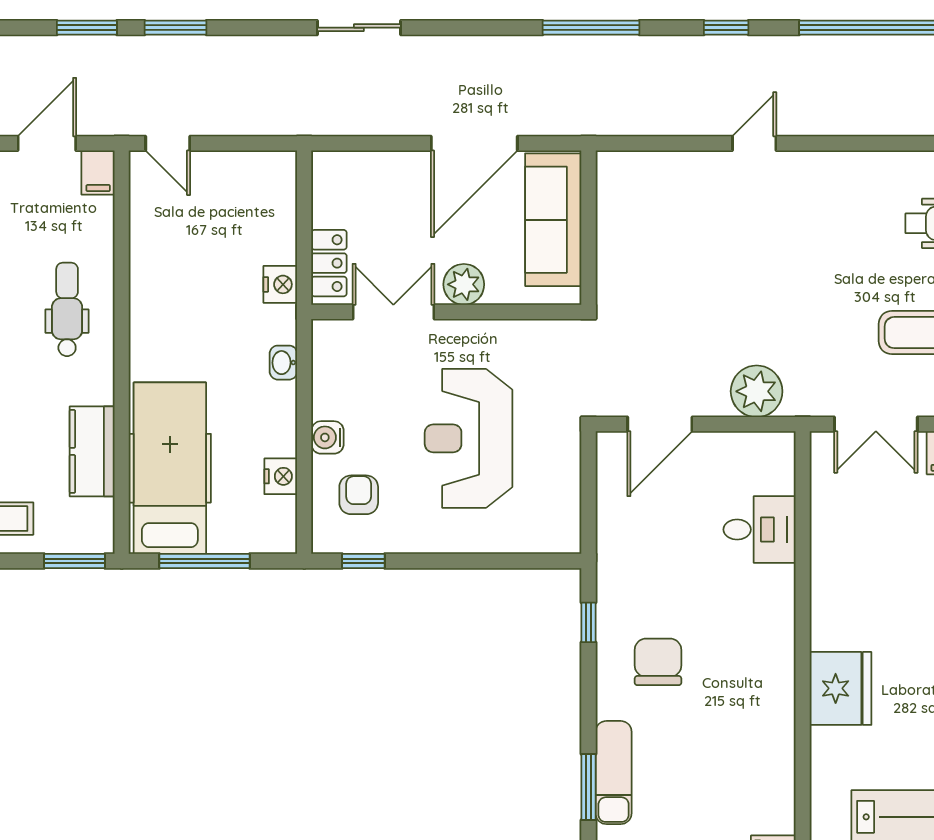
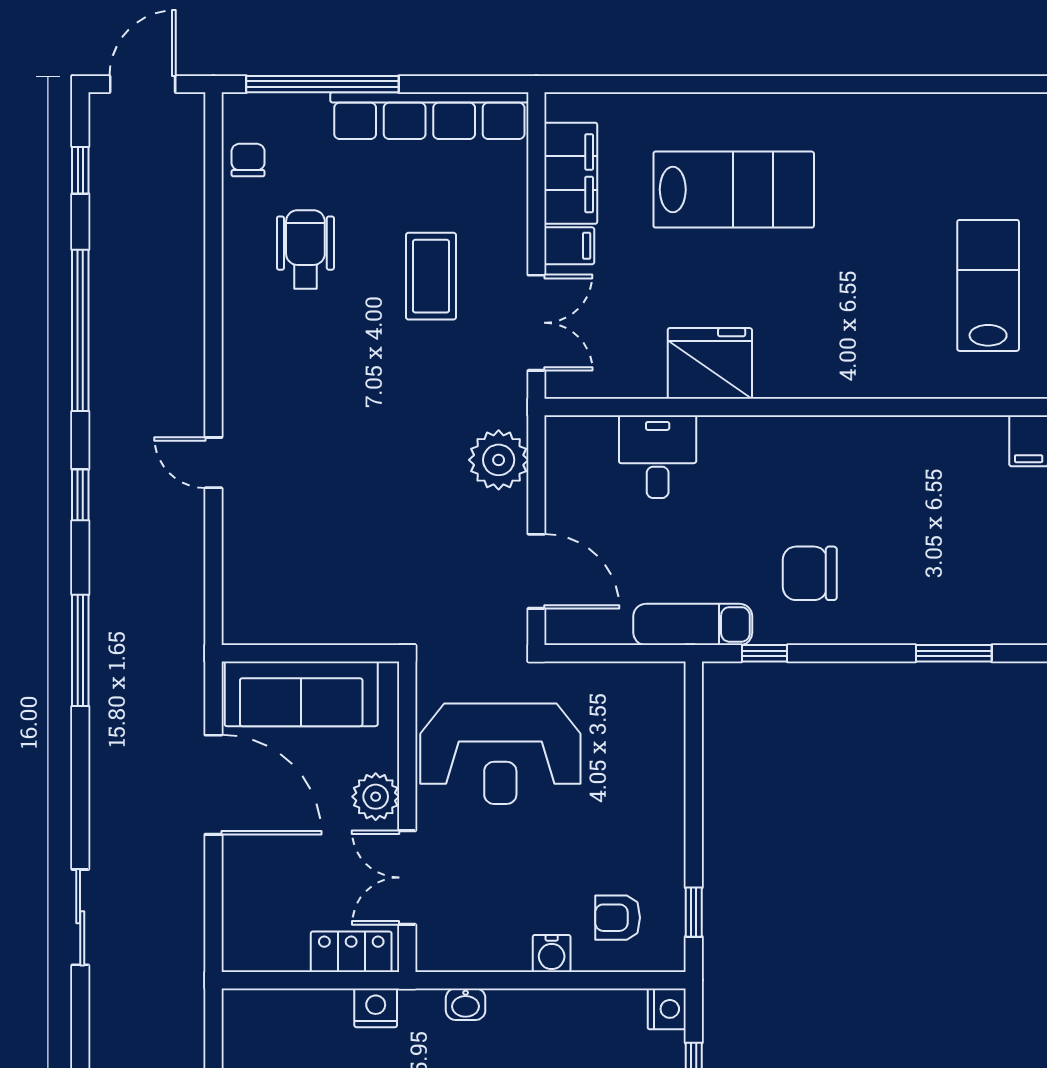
reception desk: (469, 438) -> (500, 754), moved
nightstand: (281, 476) -> (667, 1009), moved, turned 90
fridge: (840, 688) -> (710, 363), moved
exam couch: (614, 773) -> (693, 624), moved

